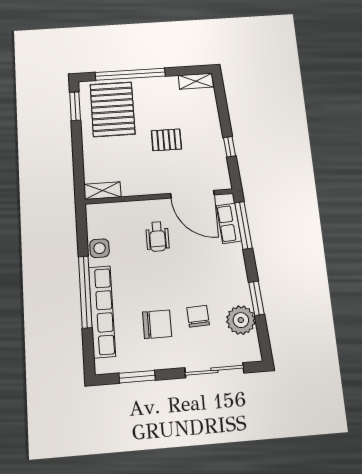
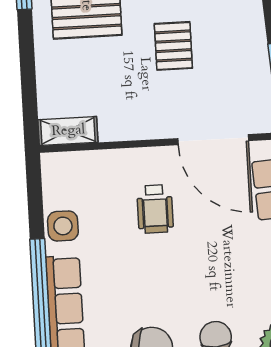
pallet: (166, 140) -> (173, 46), turned 90

